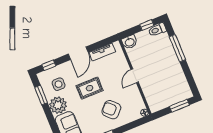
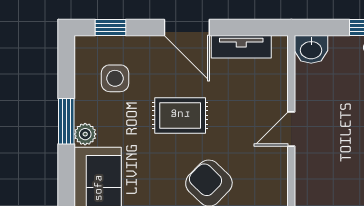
door: (78, 53) -> (187, 27), hinge flipped
window: (41, 95) -> (66, 121), moved
plant: (58, 105) -> (85, 134), width x0.53, depth x0.53

